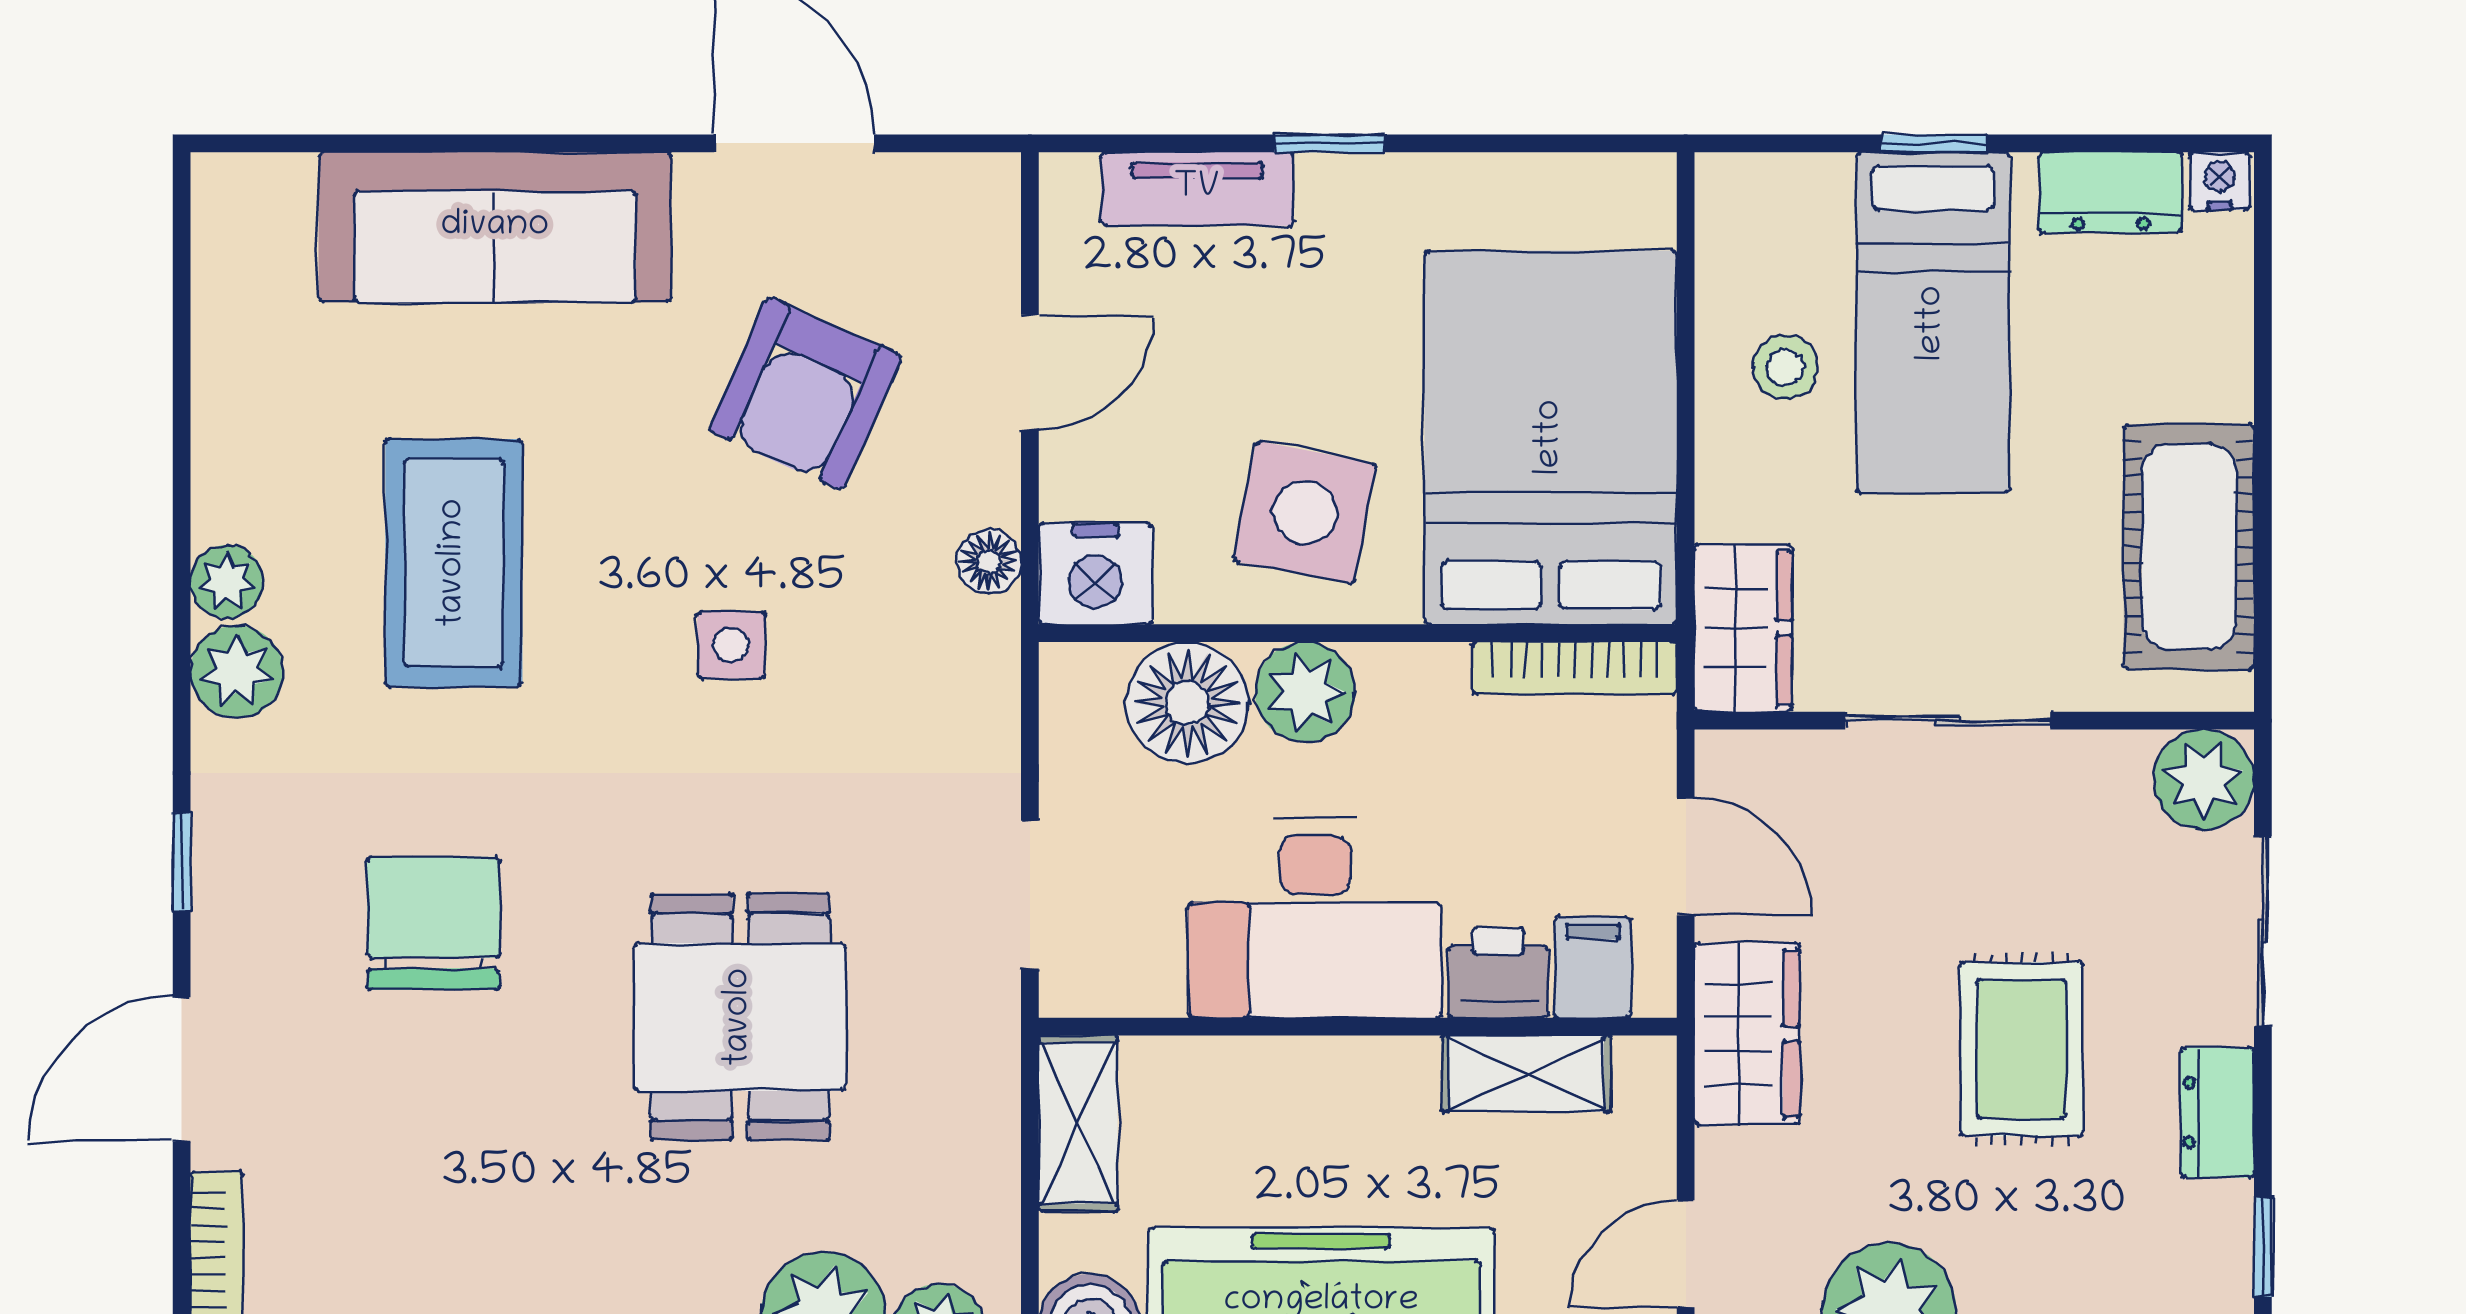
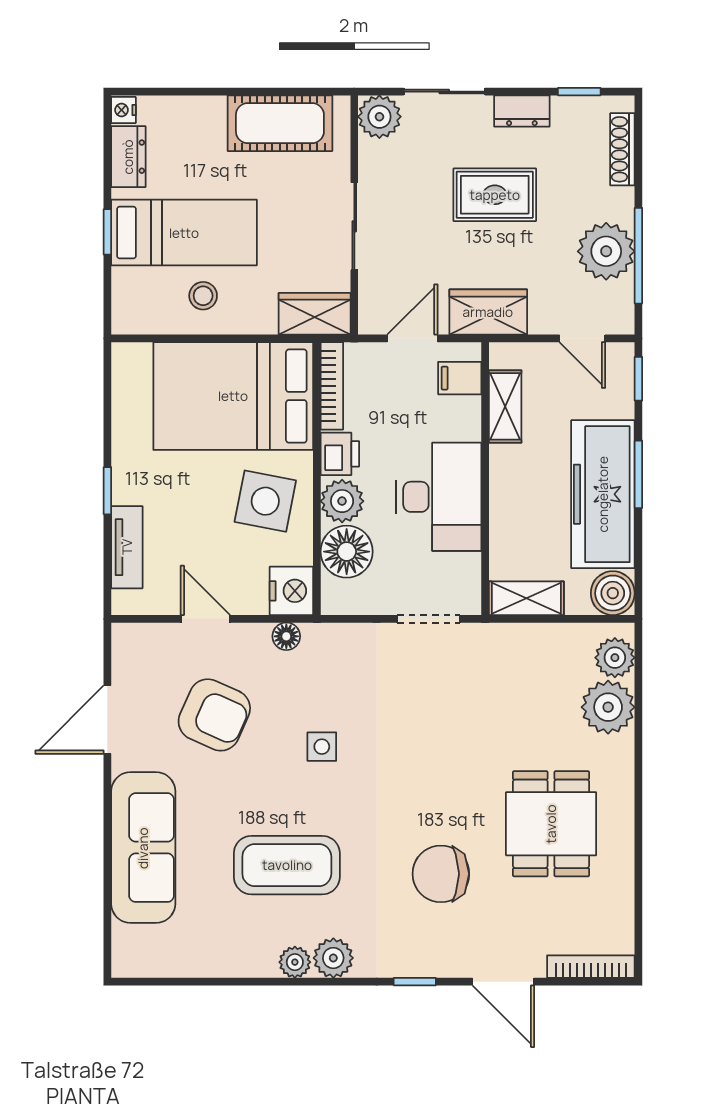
printer: (1498, 973) -> (340, 454), moved, turned 180
dining table: (740, 1017) -> (551, 824), moved, turned 90

